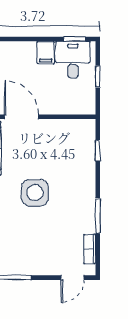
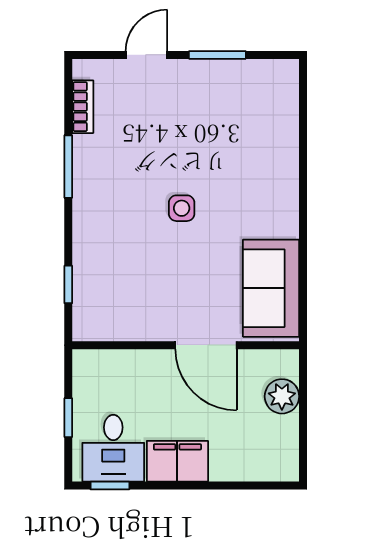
filing cabinet: (46, 53) -> (177, 461), width x2.00
side table: (35, 193) -> (182, 208), width x0.54, depth x0.54
door: (72, 278) -> (146, 55), moved

